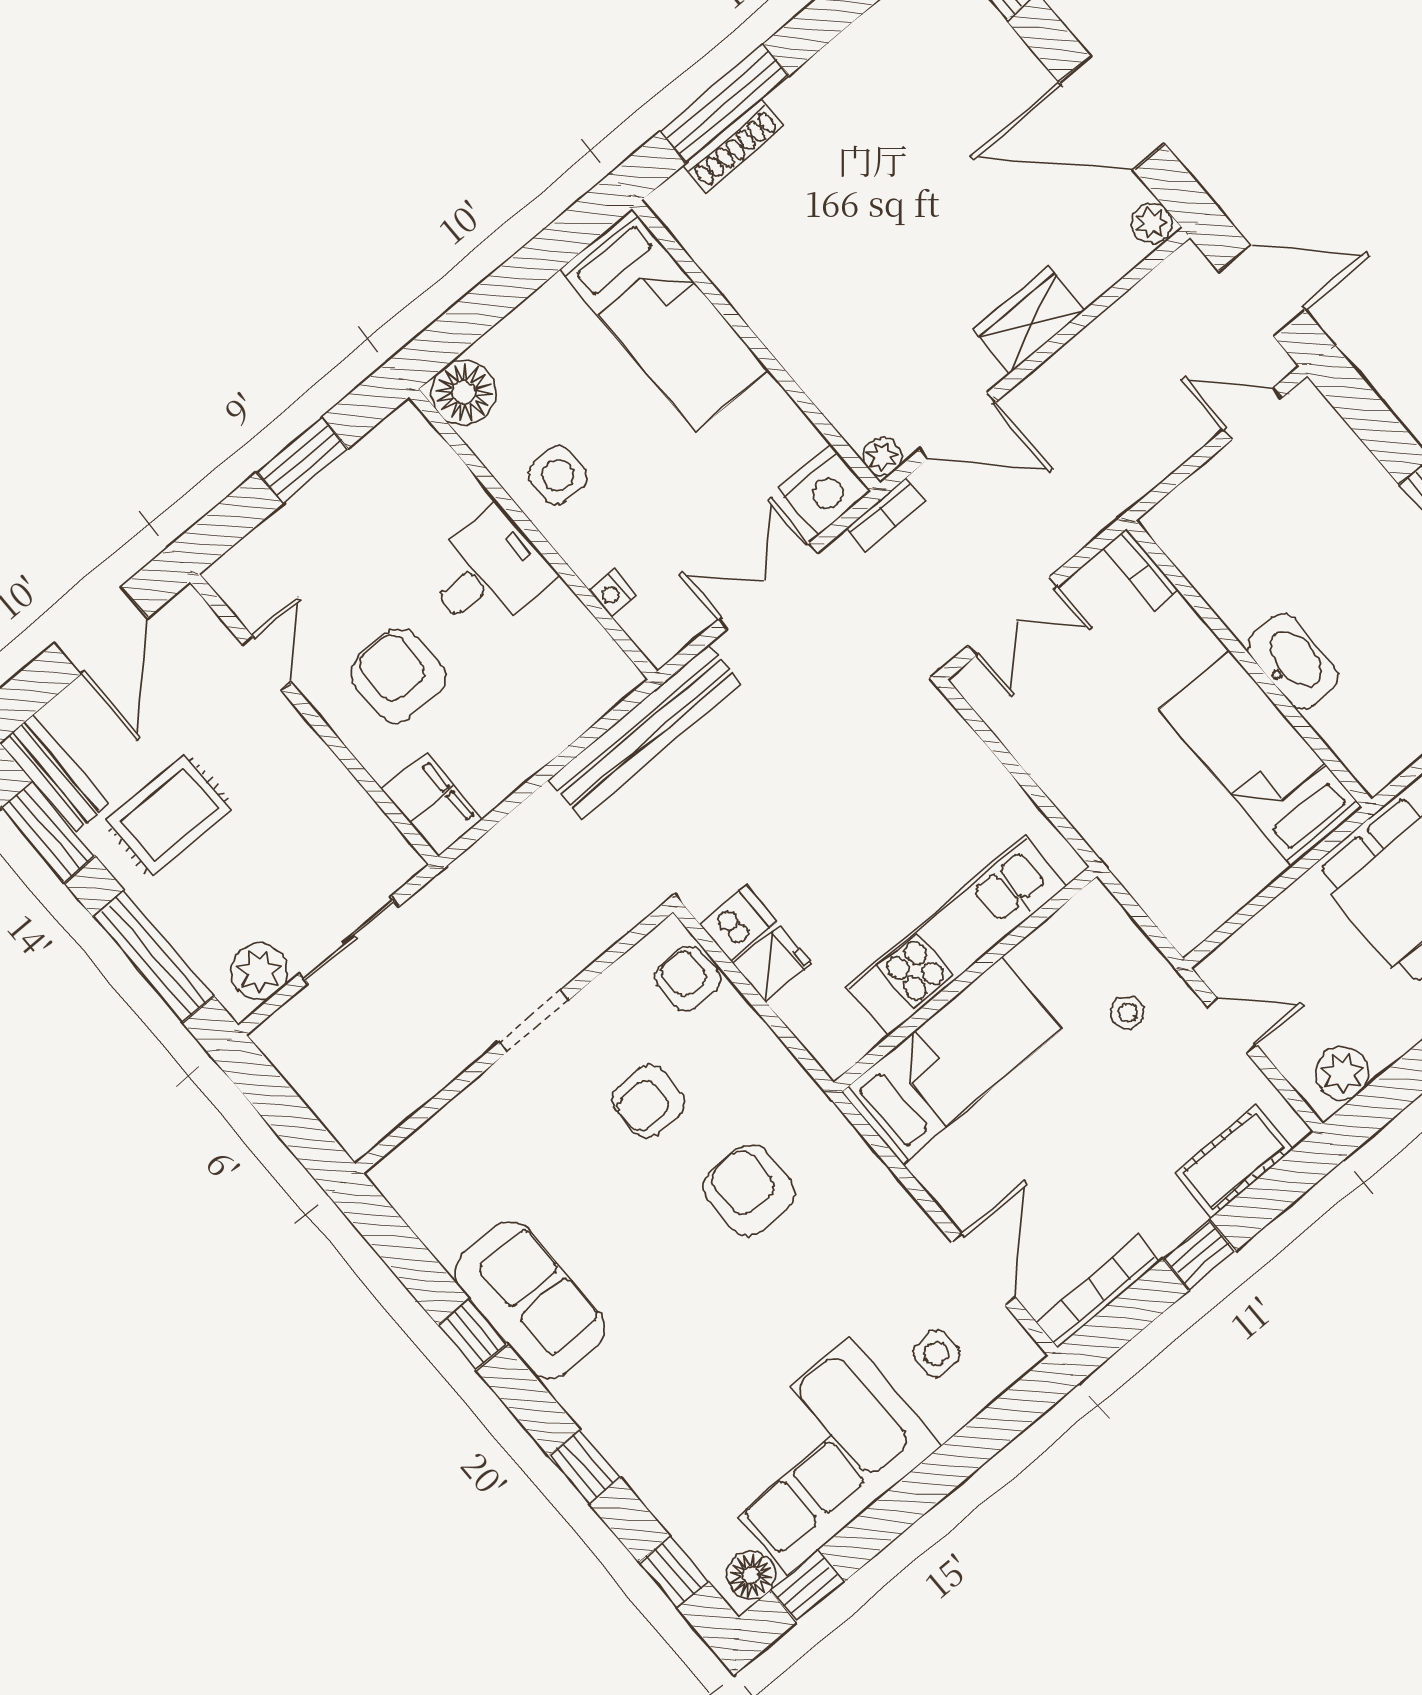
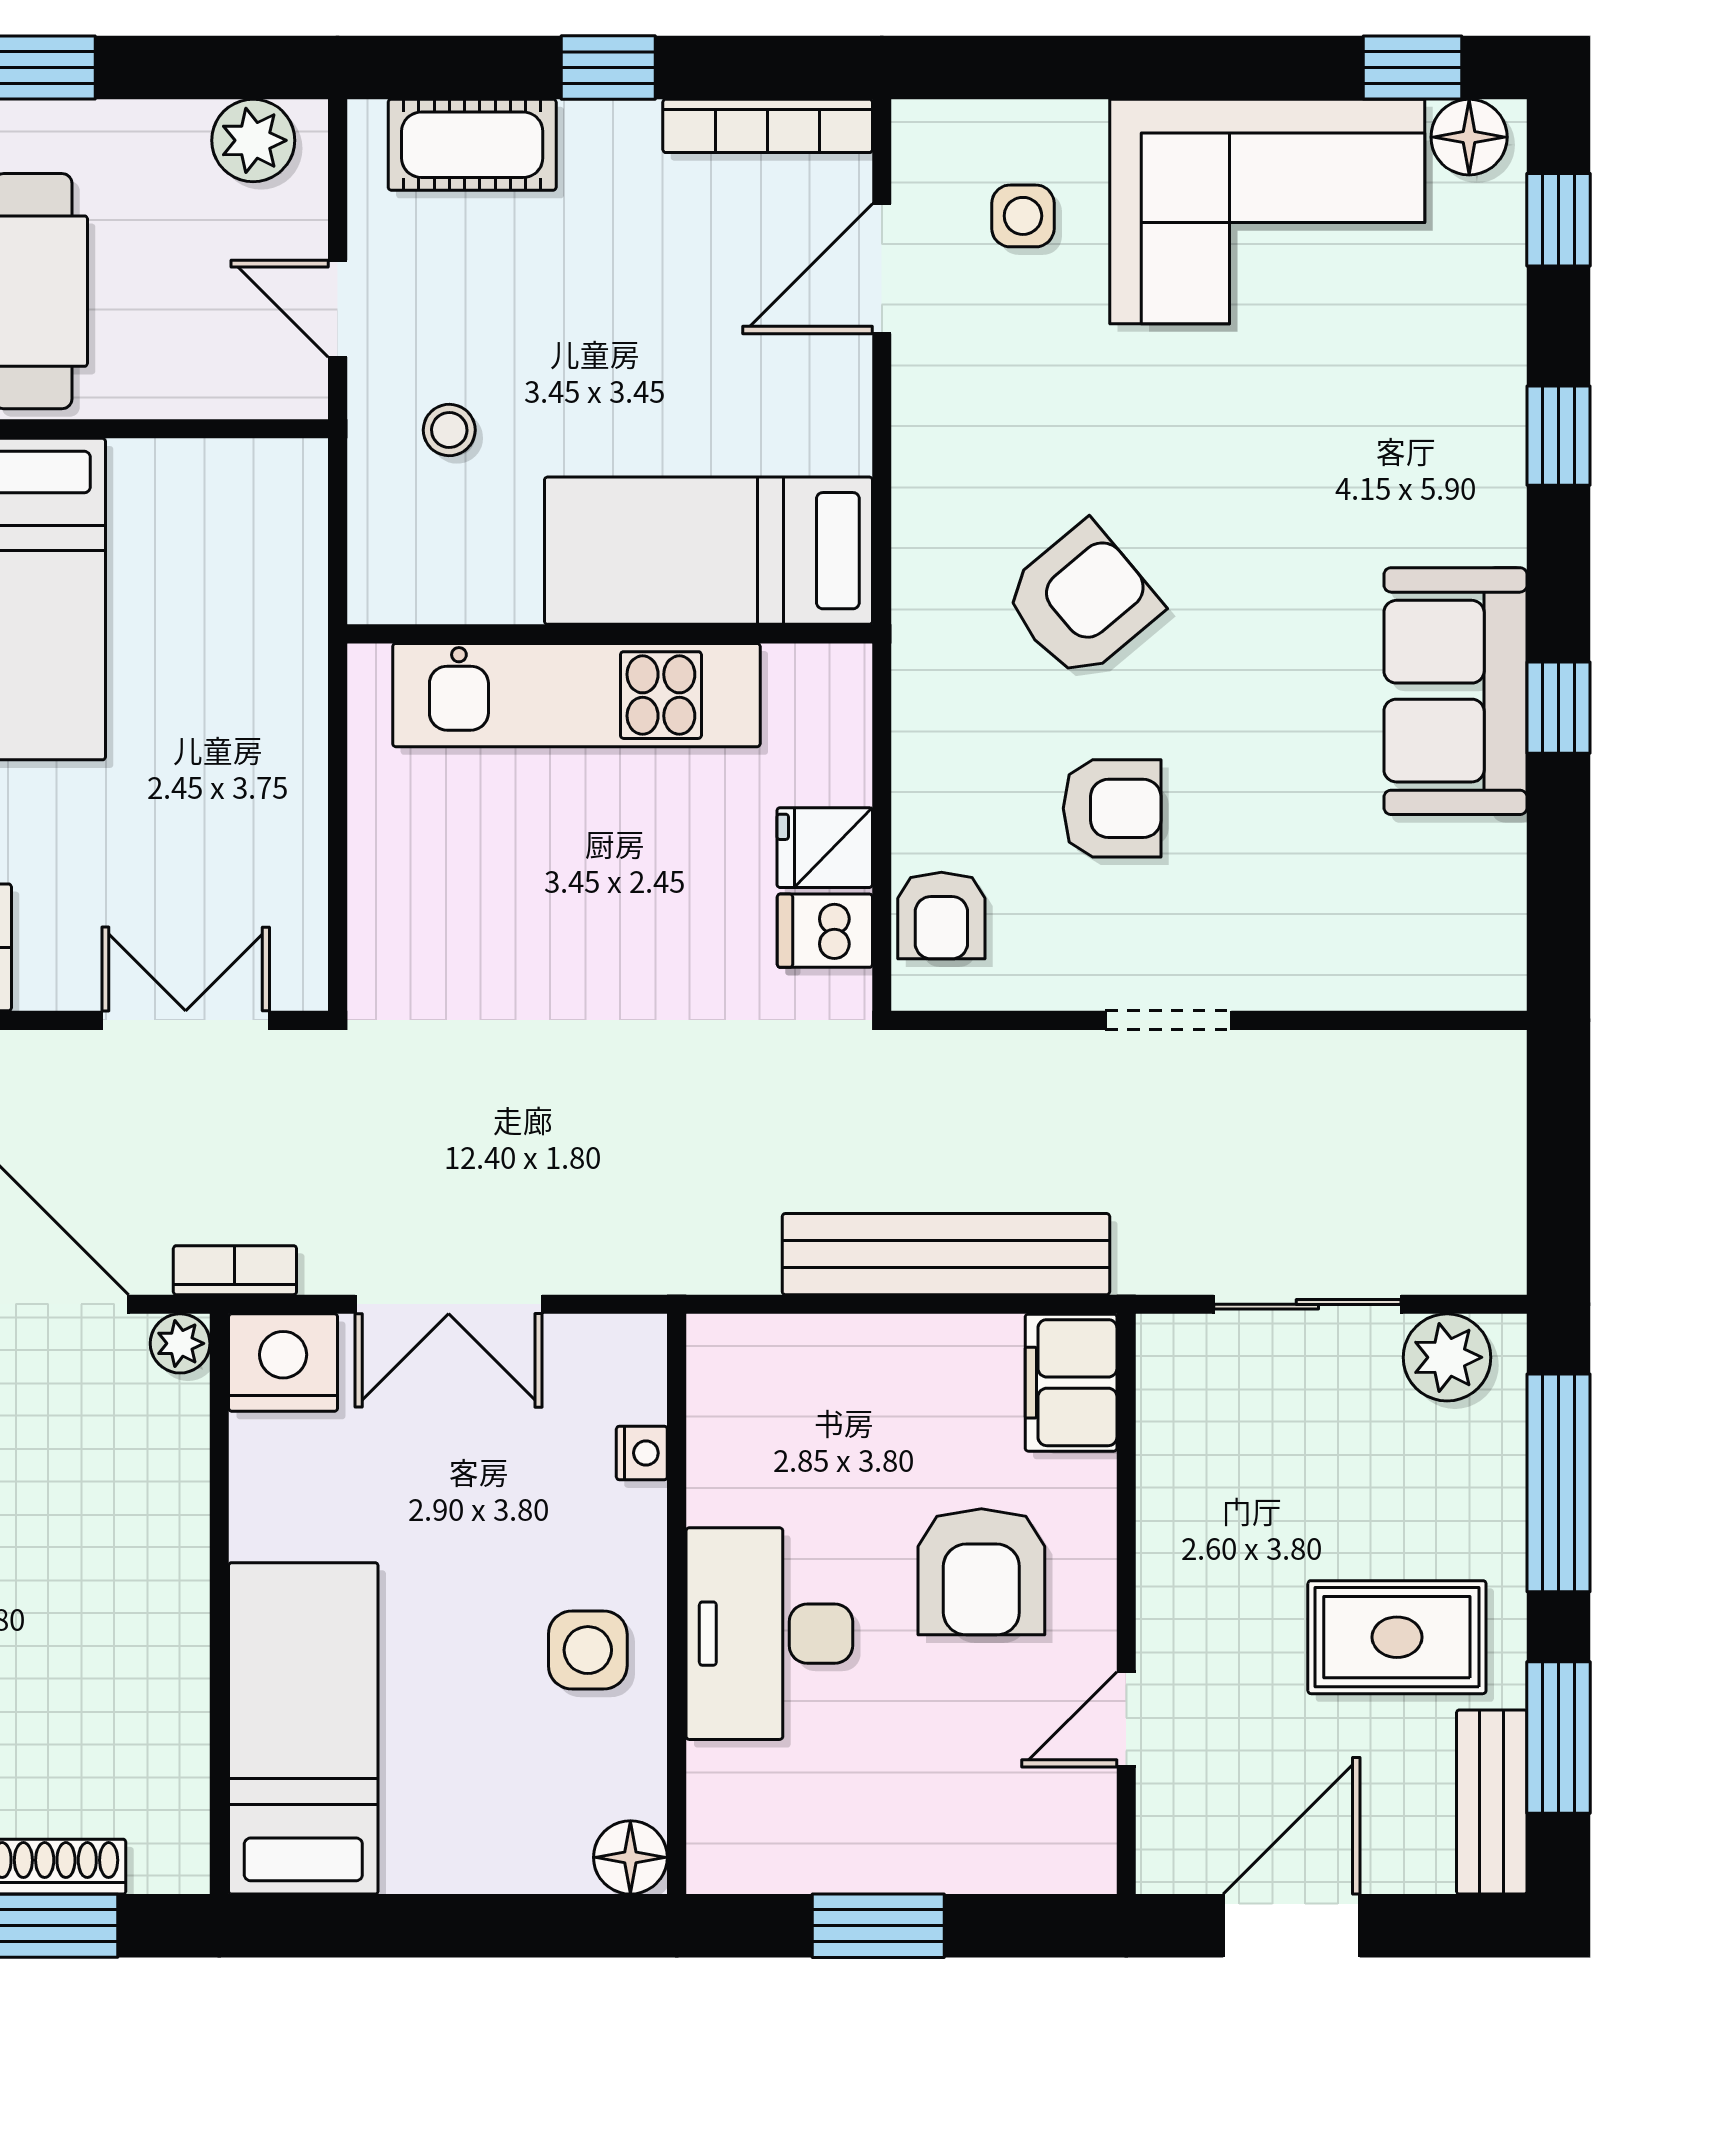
floor lamp: (464, 393) -> (630, 1857), width x0.73, depth x0.73
desk: (488, 572) -> (769, 1634), width x1.37
bench: (645, 732) -> (946, 1254), moved
armchair: (749, 1190) -> (1082, 601), turned -130

